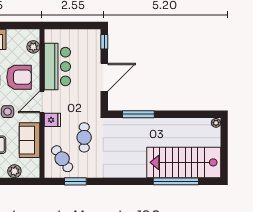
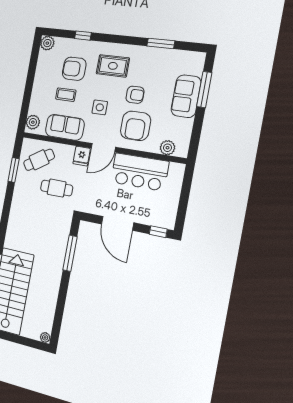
door: (42, 102) -> (103, 148), swing flipped
plant: (14, 171) -> (33, 122), moved

